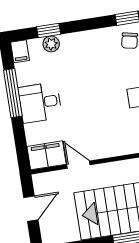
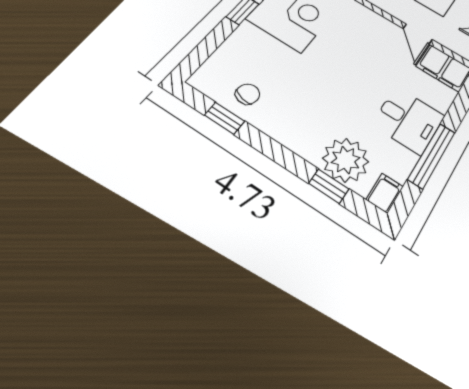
plant: (51, 44) -> (346, 160), width x1.88, depth x1.88

